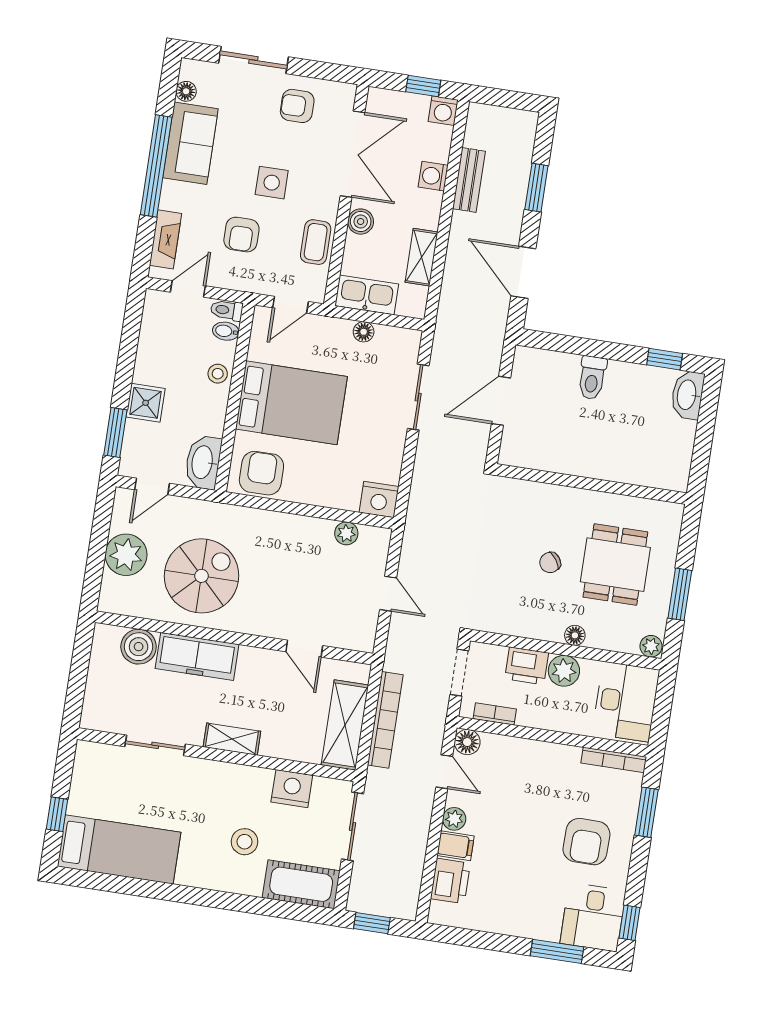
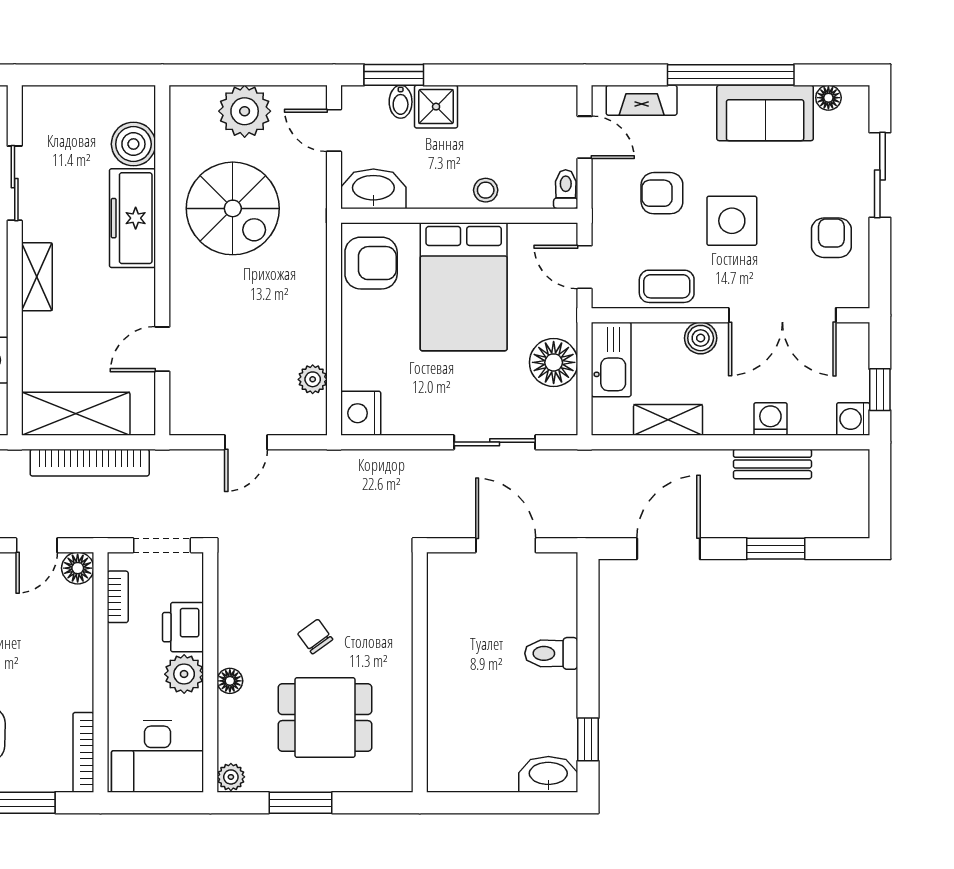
side table: (272, 183) -> (732, 221), width x1.37, depth x1.37
bidet: (226, 331) -> (401, 102), moved, turned 180
floor lamp: (364, 332) -> (554, 362), width x1.89, depth x1.89

